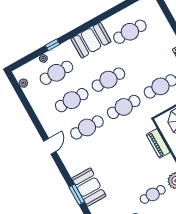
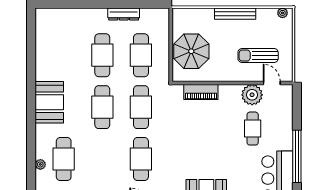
cafe table: (130, 32) -> (102, 55), moved
window: (52, 45) -> (31, 146), removed
cafe table: (72, 100) -> (102, 159), removed

